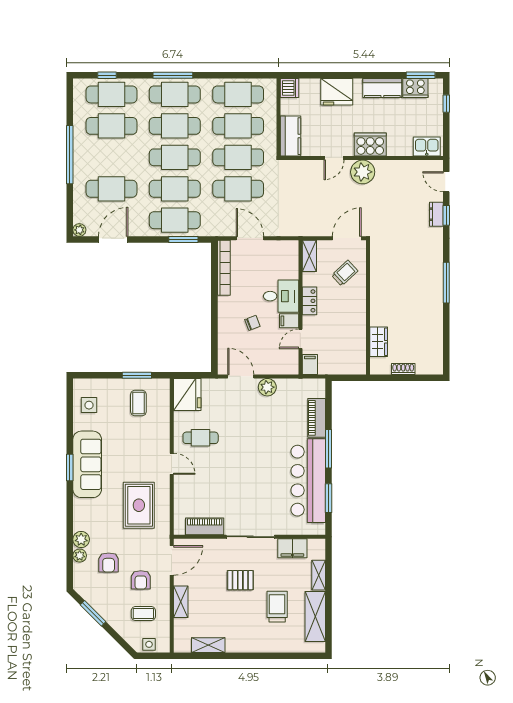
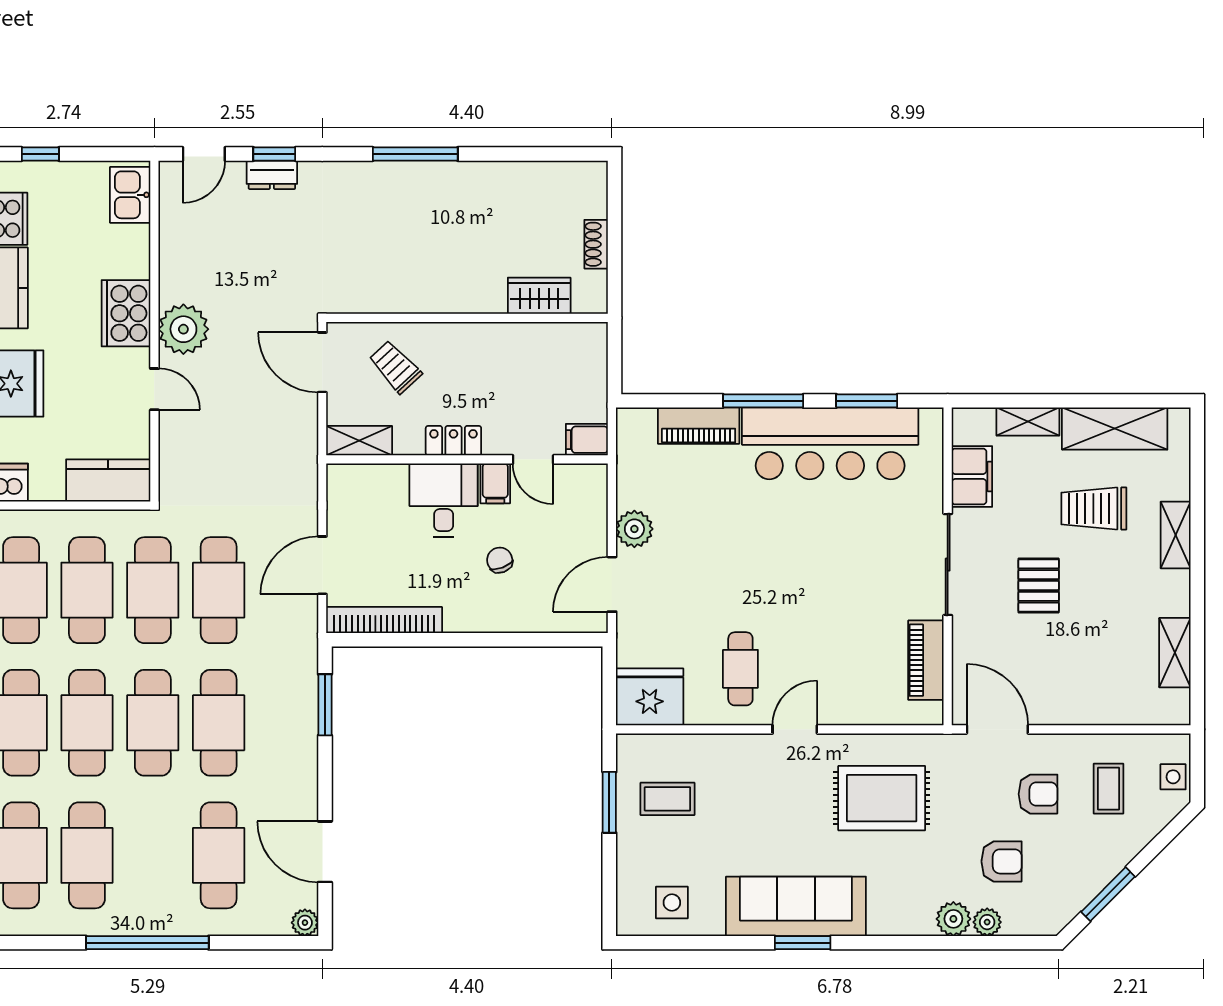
cafe table: (175, 220) -> (284, 723), removed
shelving: (181, 602) -> (1176, 535), moved, turned 90

